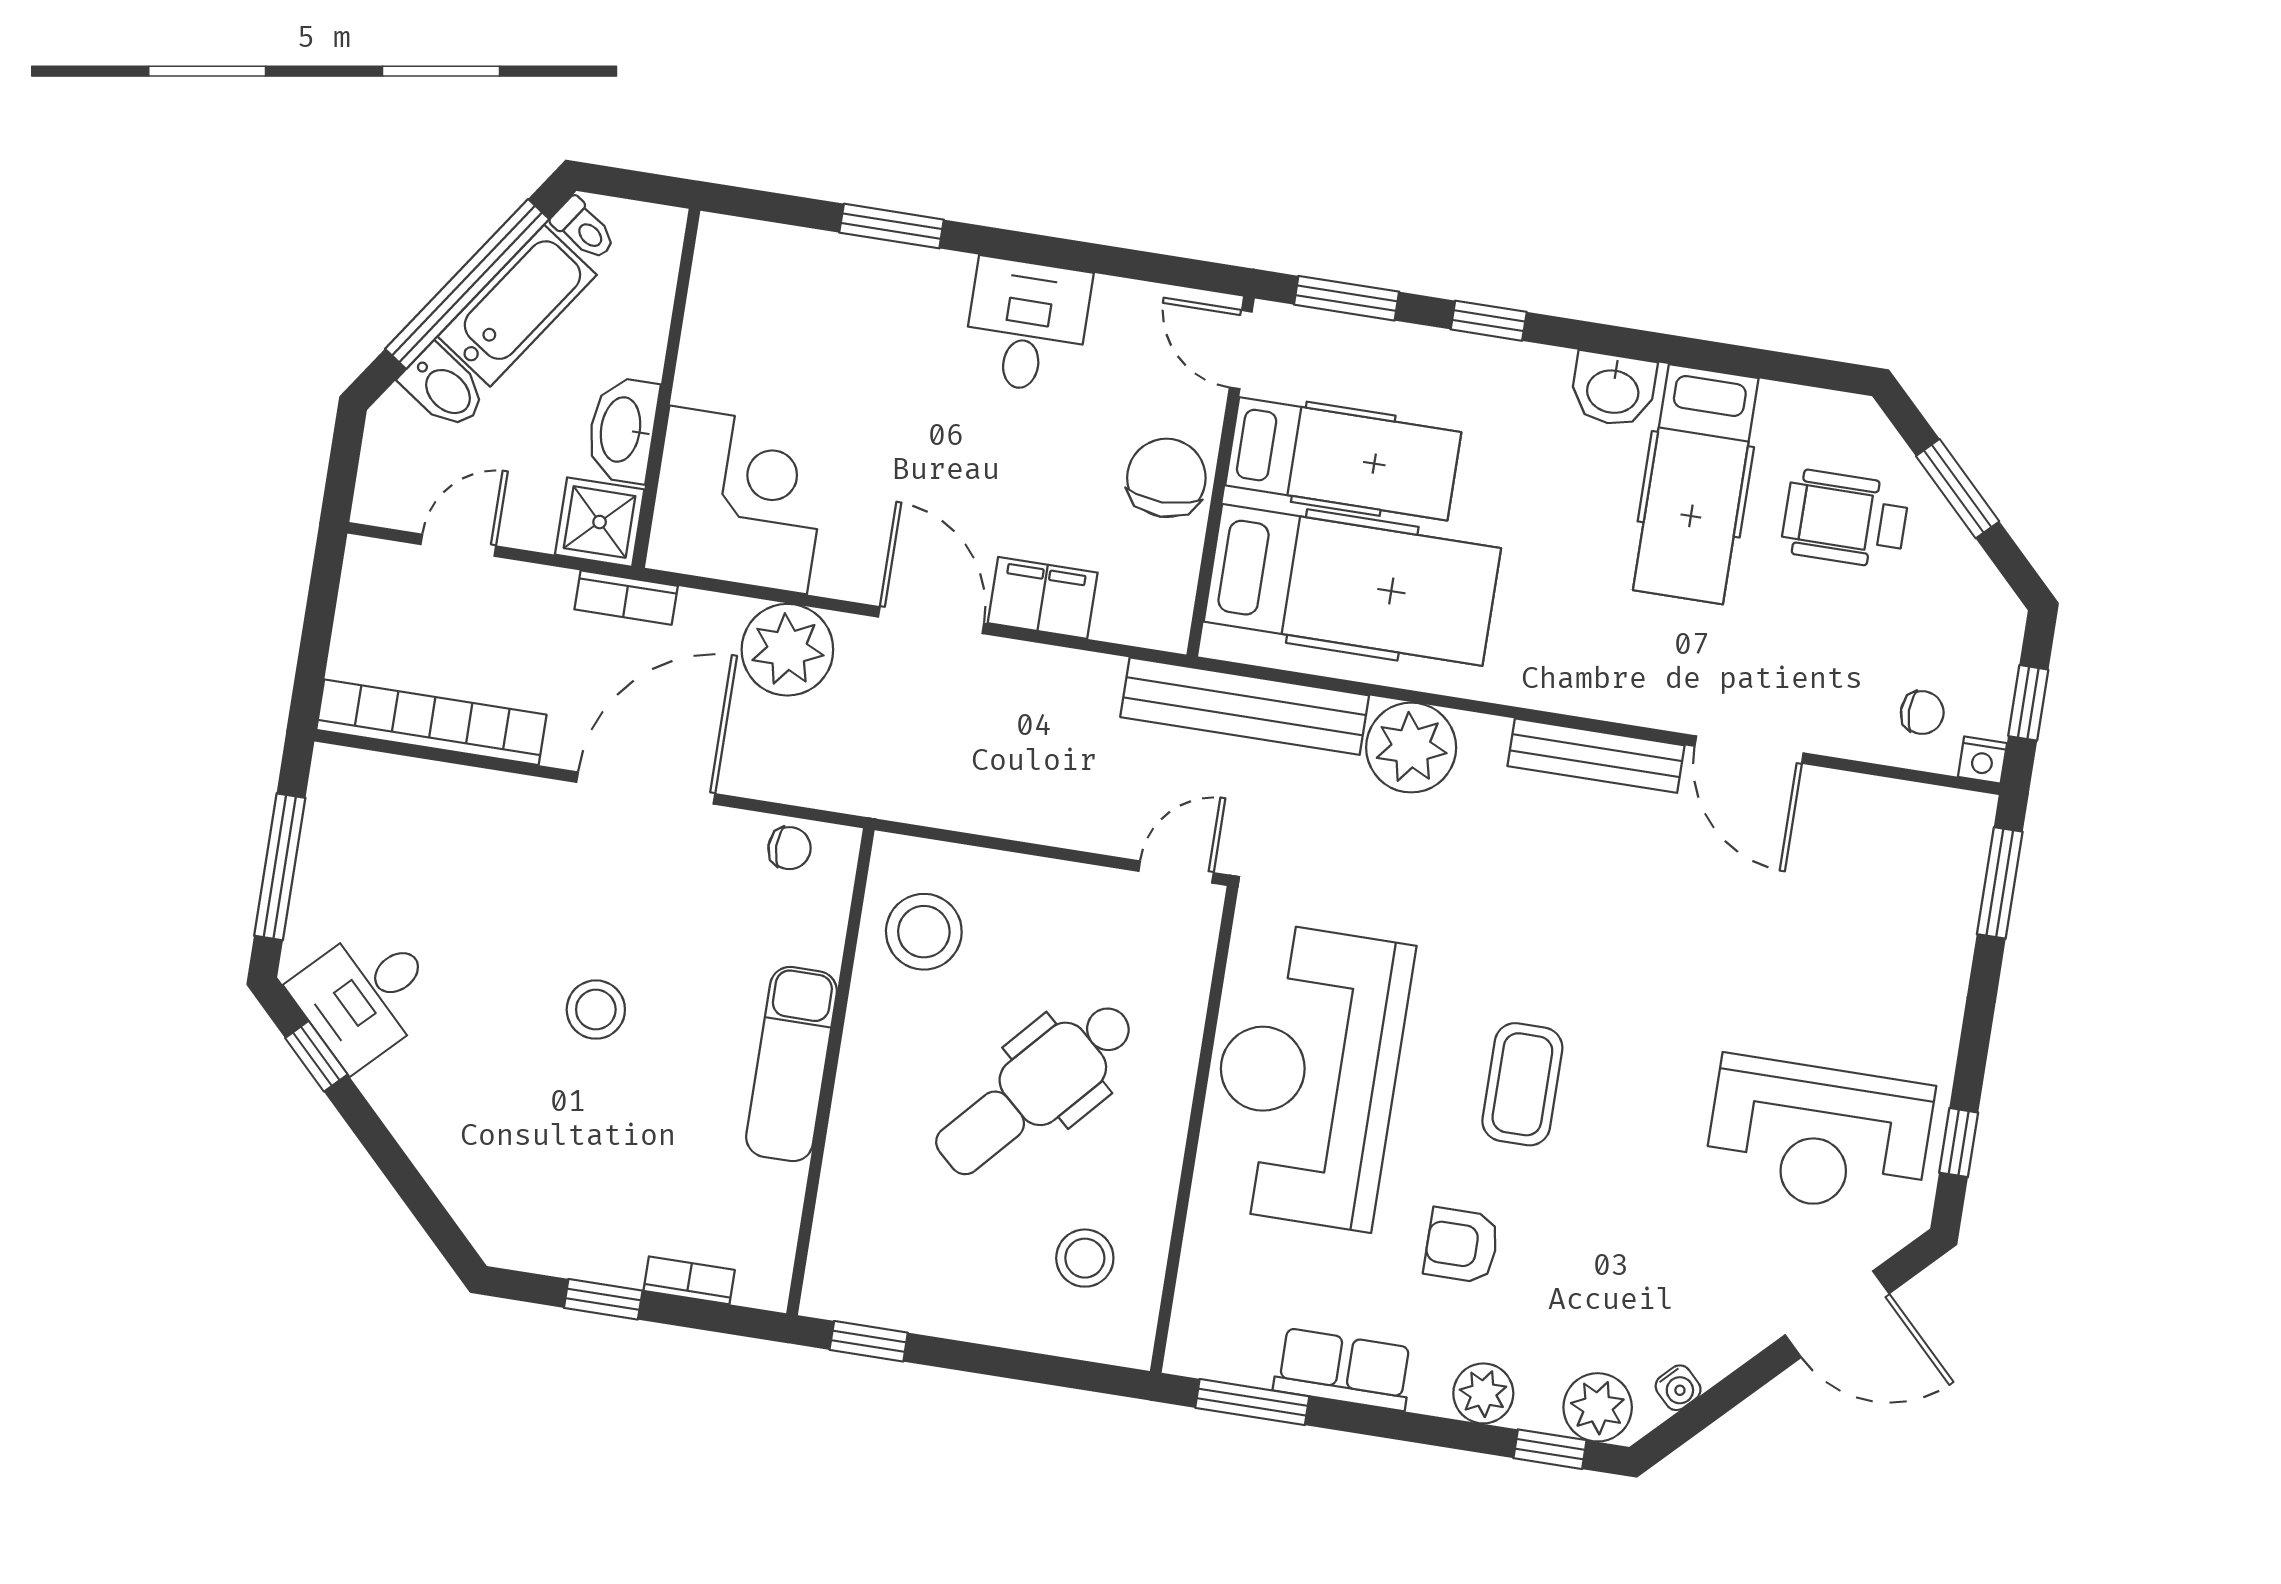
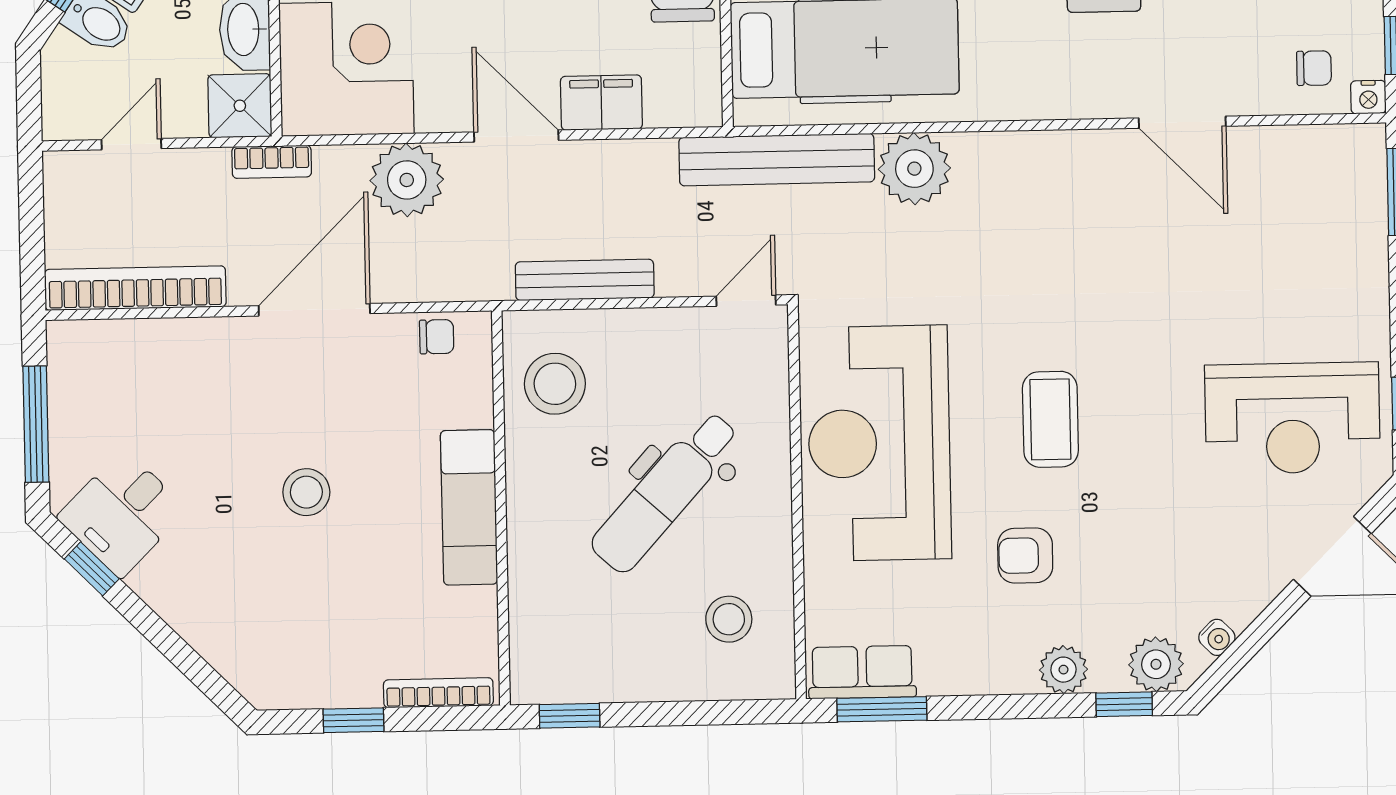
bench: (1596, 756) -> (585, 280), moved
bookcase: (689, 1280) -> (438, 693), width x1.56
row of seats: (1343, 1369) -> (862, 672), moved

